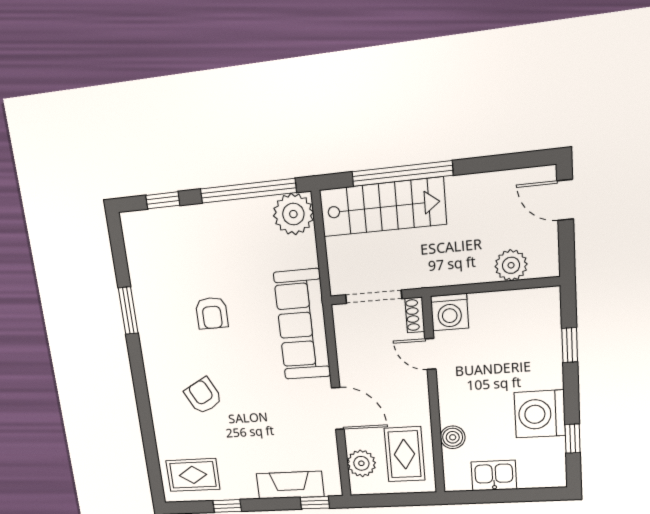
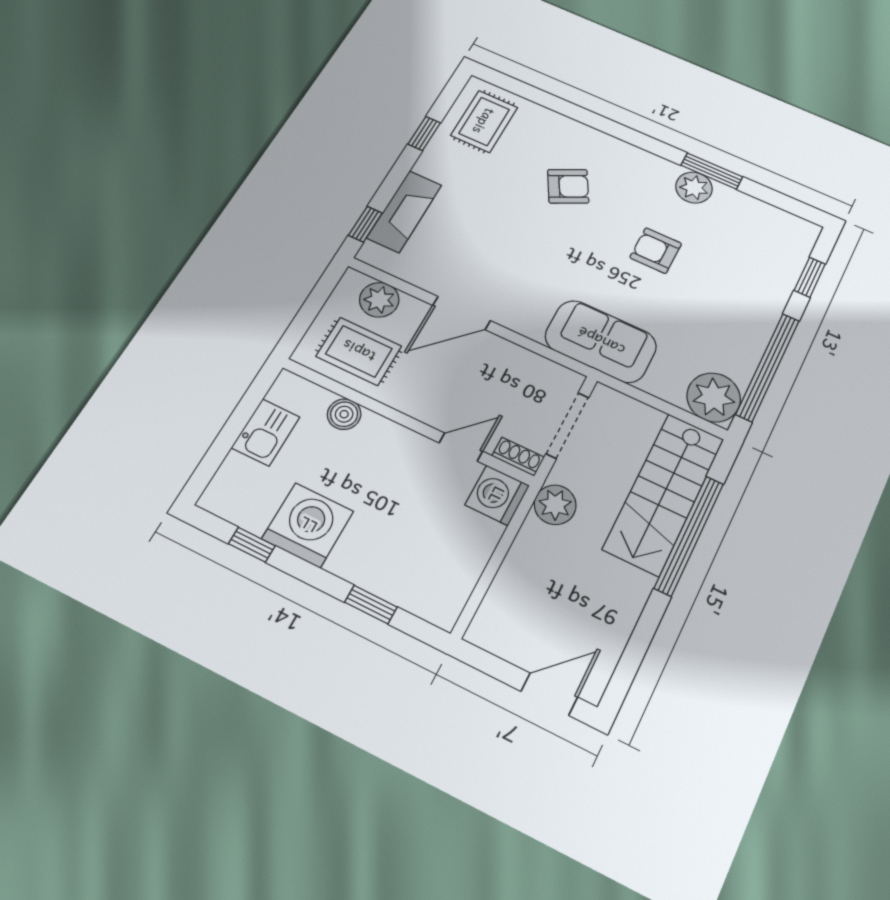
plant: (511, 265) -> (555, 505), moved
plant: (148, 315) -> (694, 188), added
sofa: (302, 325) -> (601, 341), width x0.73

